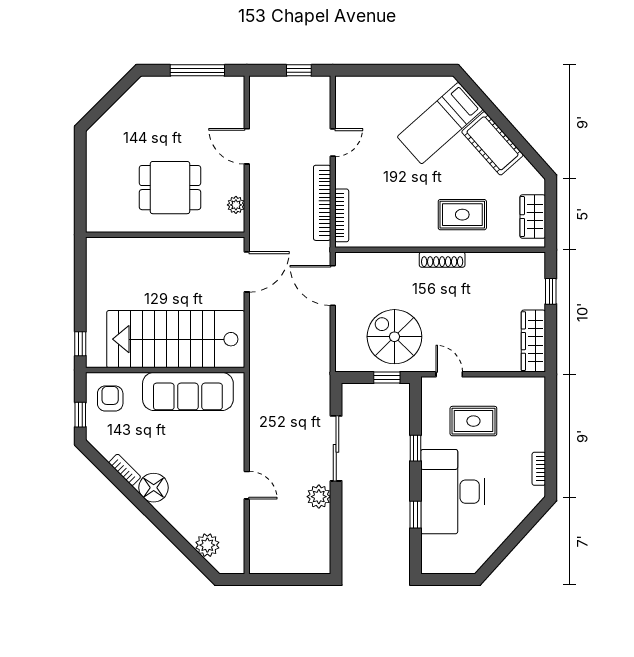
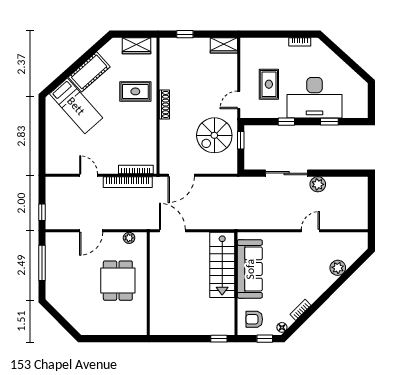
window: (299, 70) -> (42, 212), moved
rug: (462, 215) -> (135, 91), turned 90
stairs: (176, 339) -> (222, 265), width x0.73, depth x0.66
wardrobe: (533, 341) -> (224, 45), width x0.67
floor lamp: (154, 488) -> (282, 327), moved, width x0.53, depth x0.53
plant: (207, 545) -> (338, 268), moved

